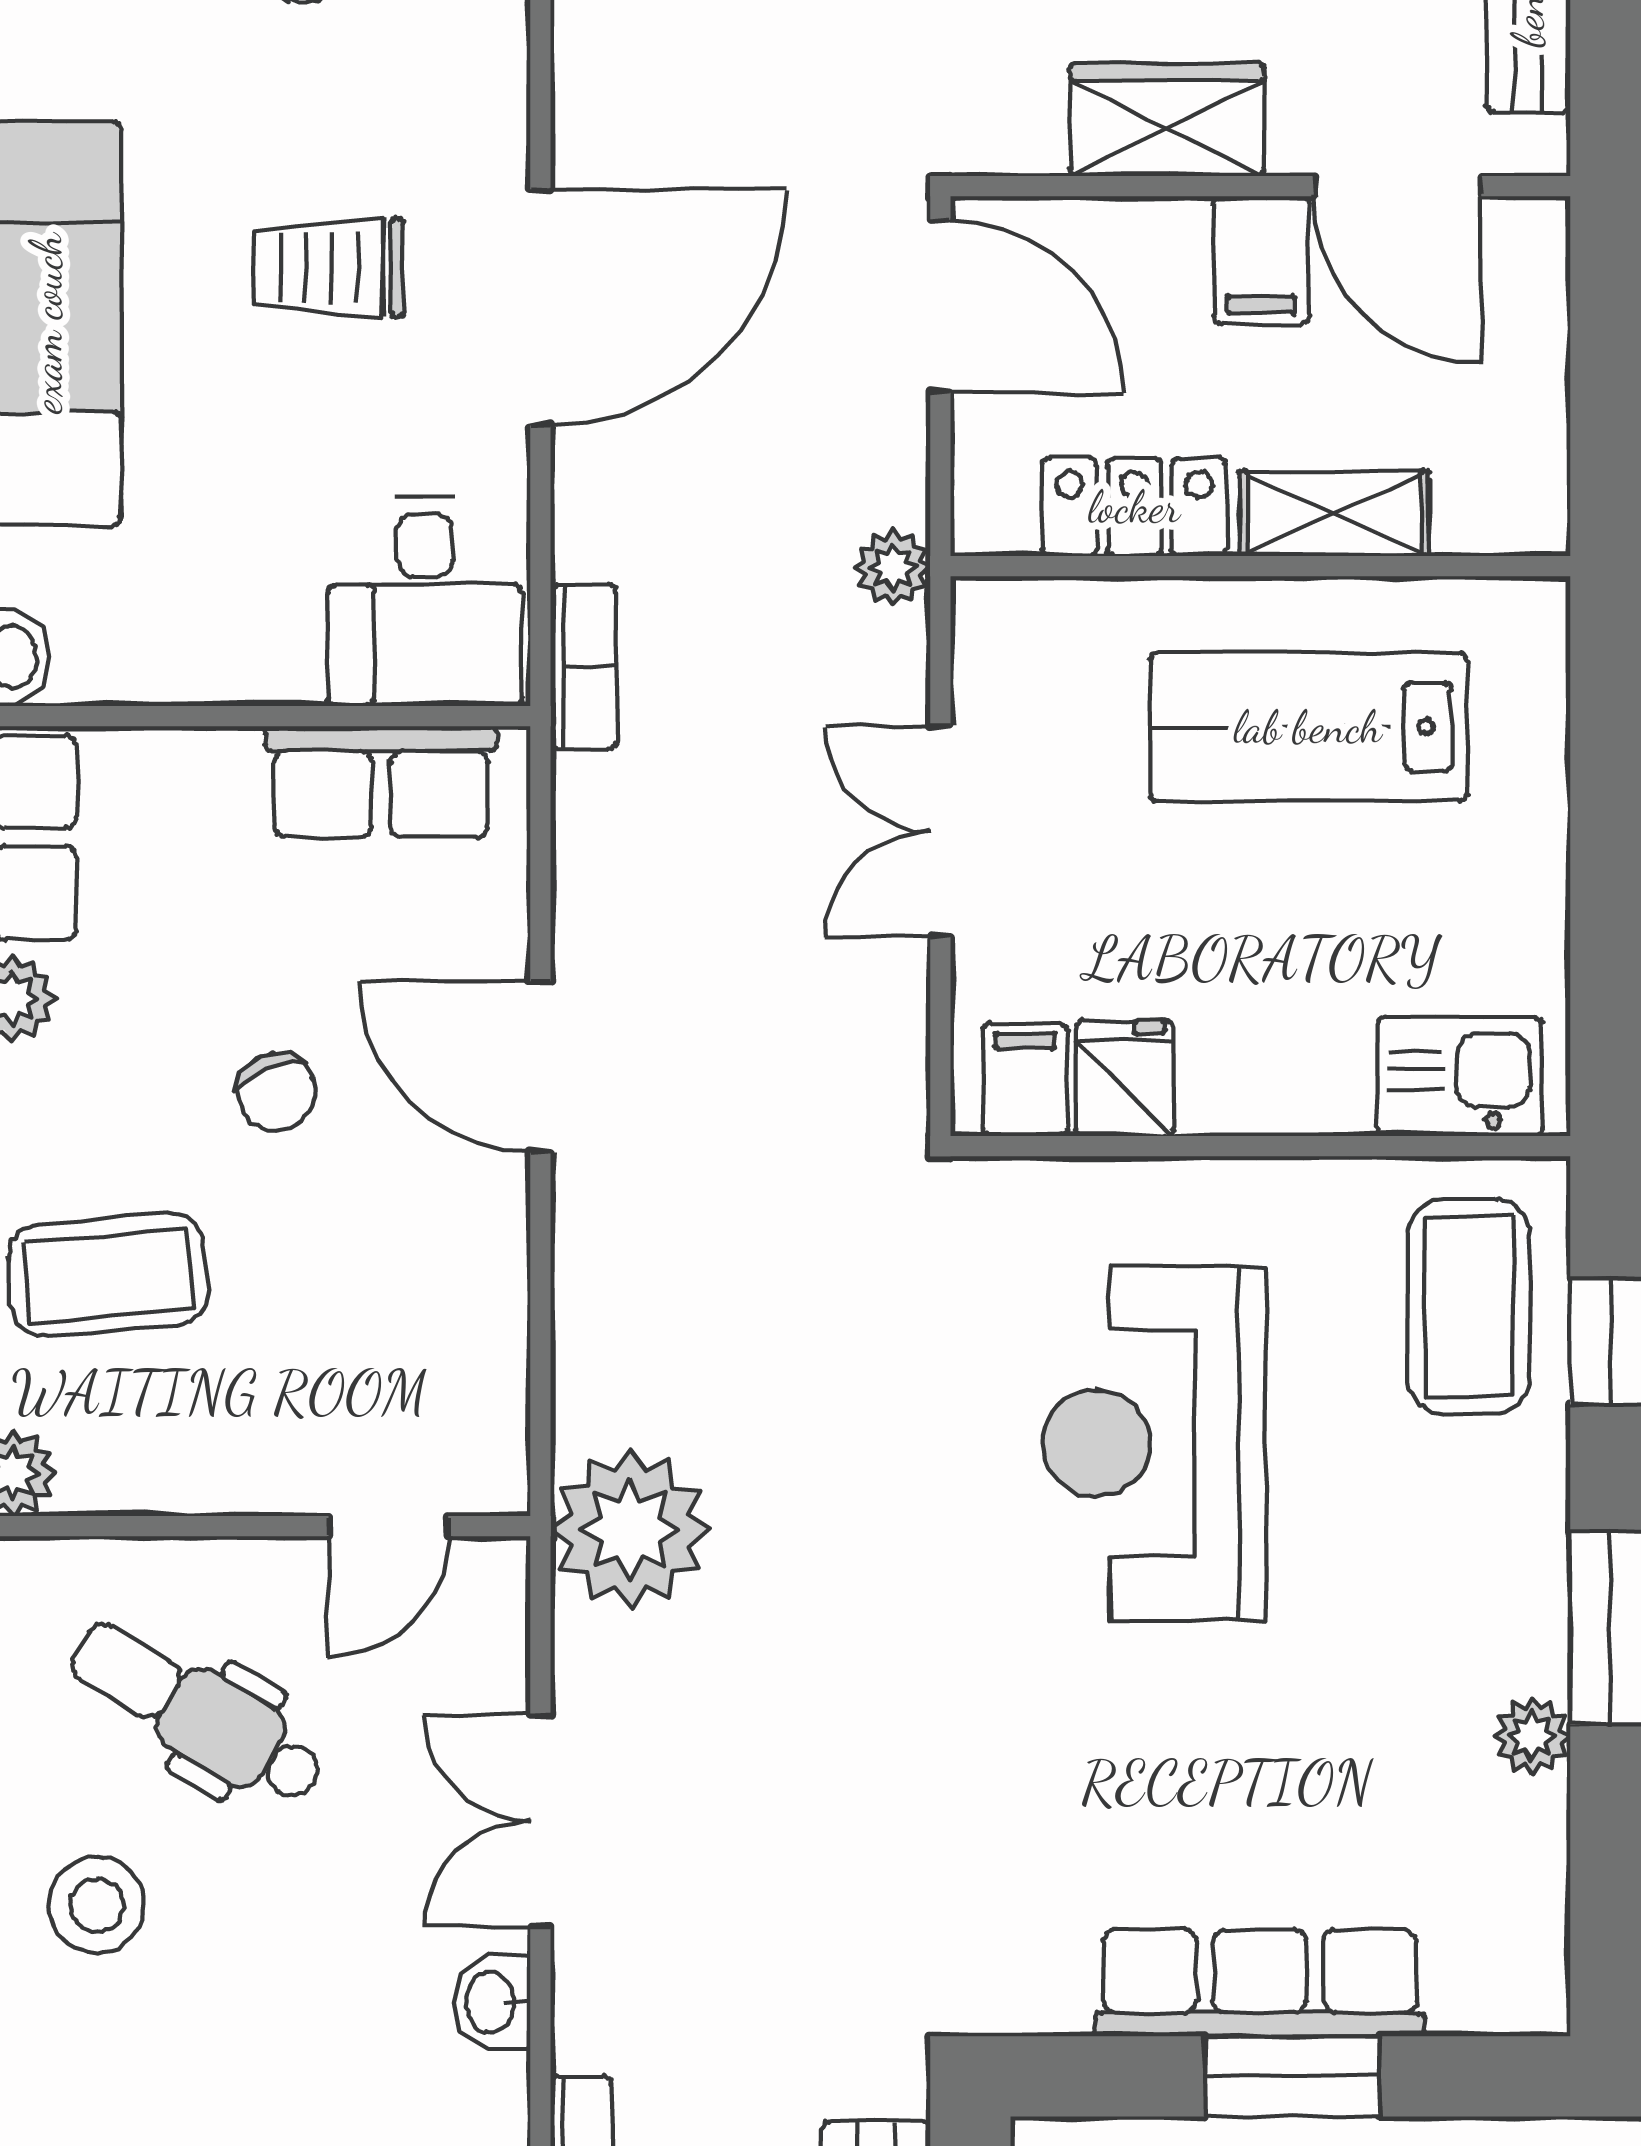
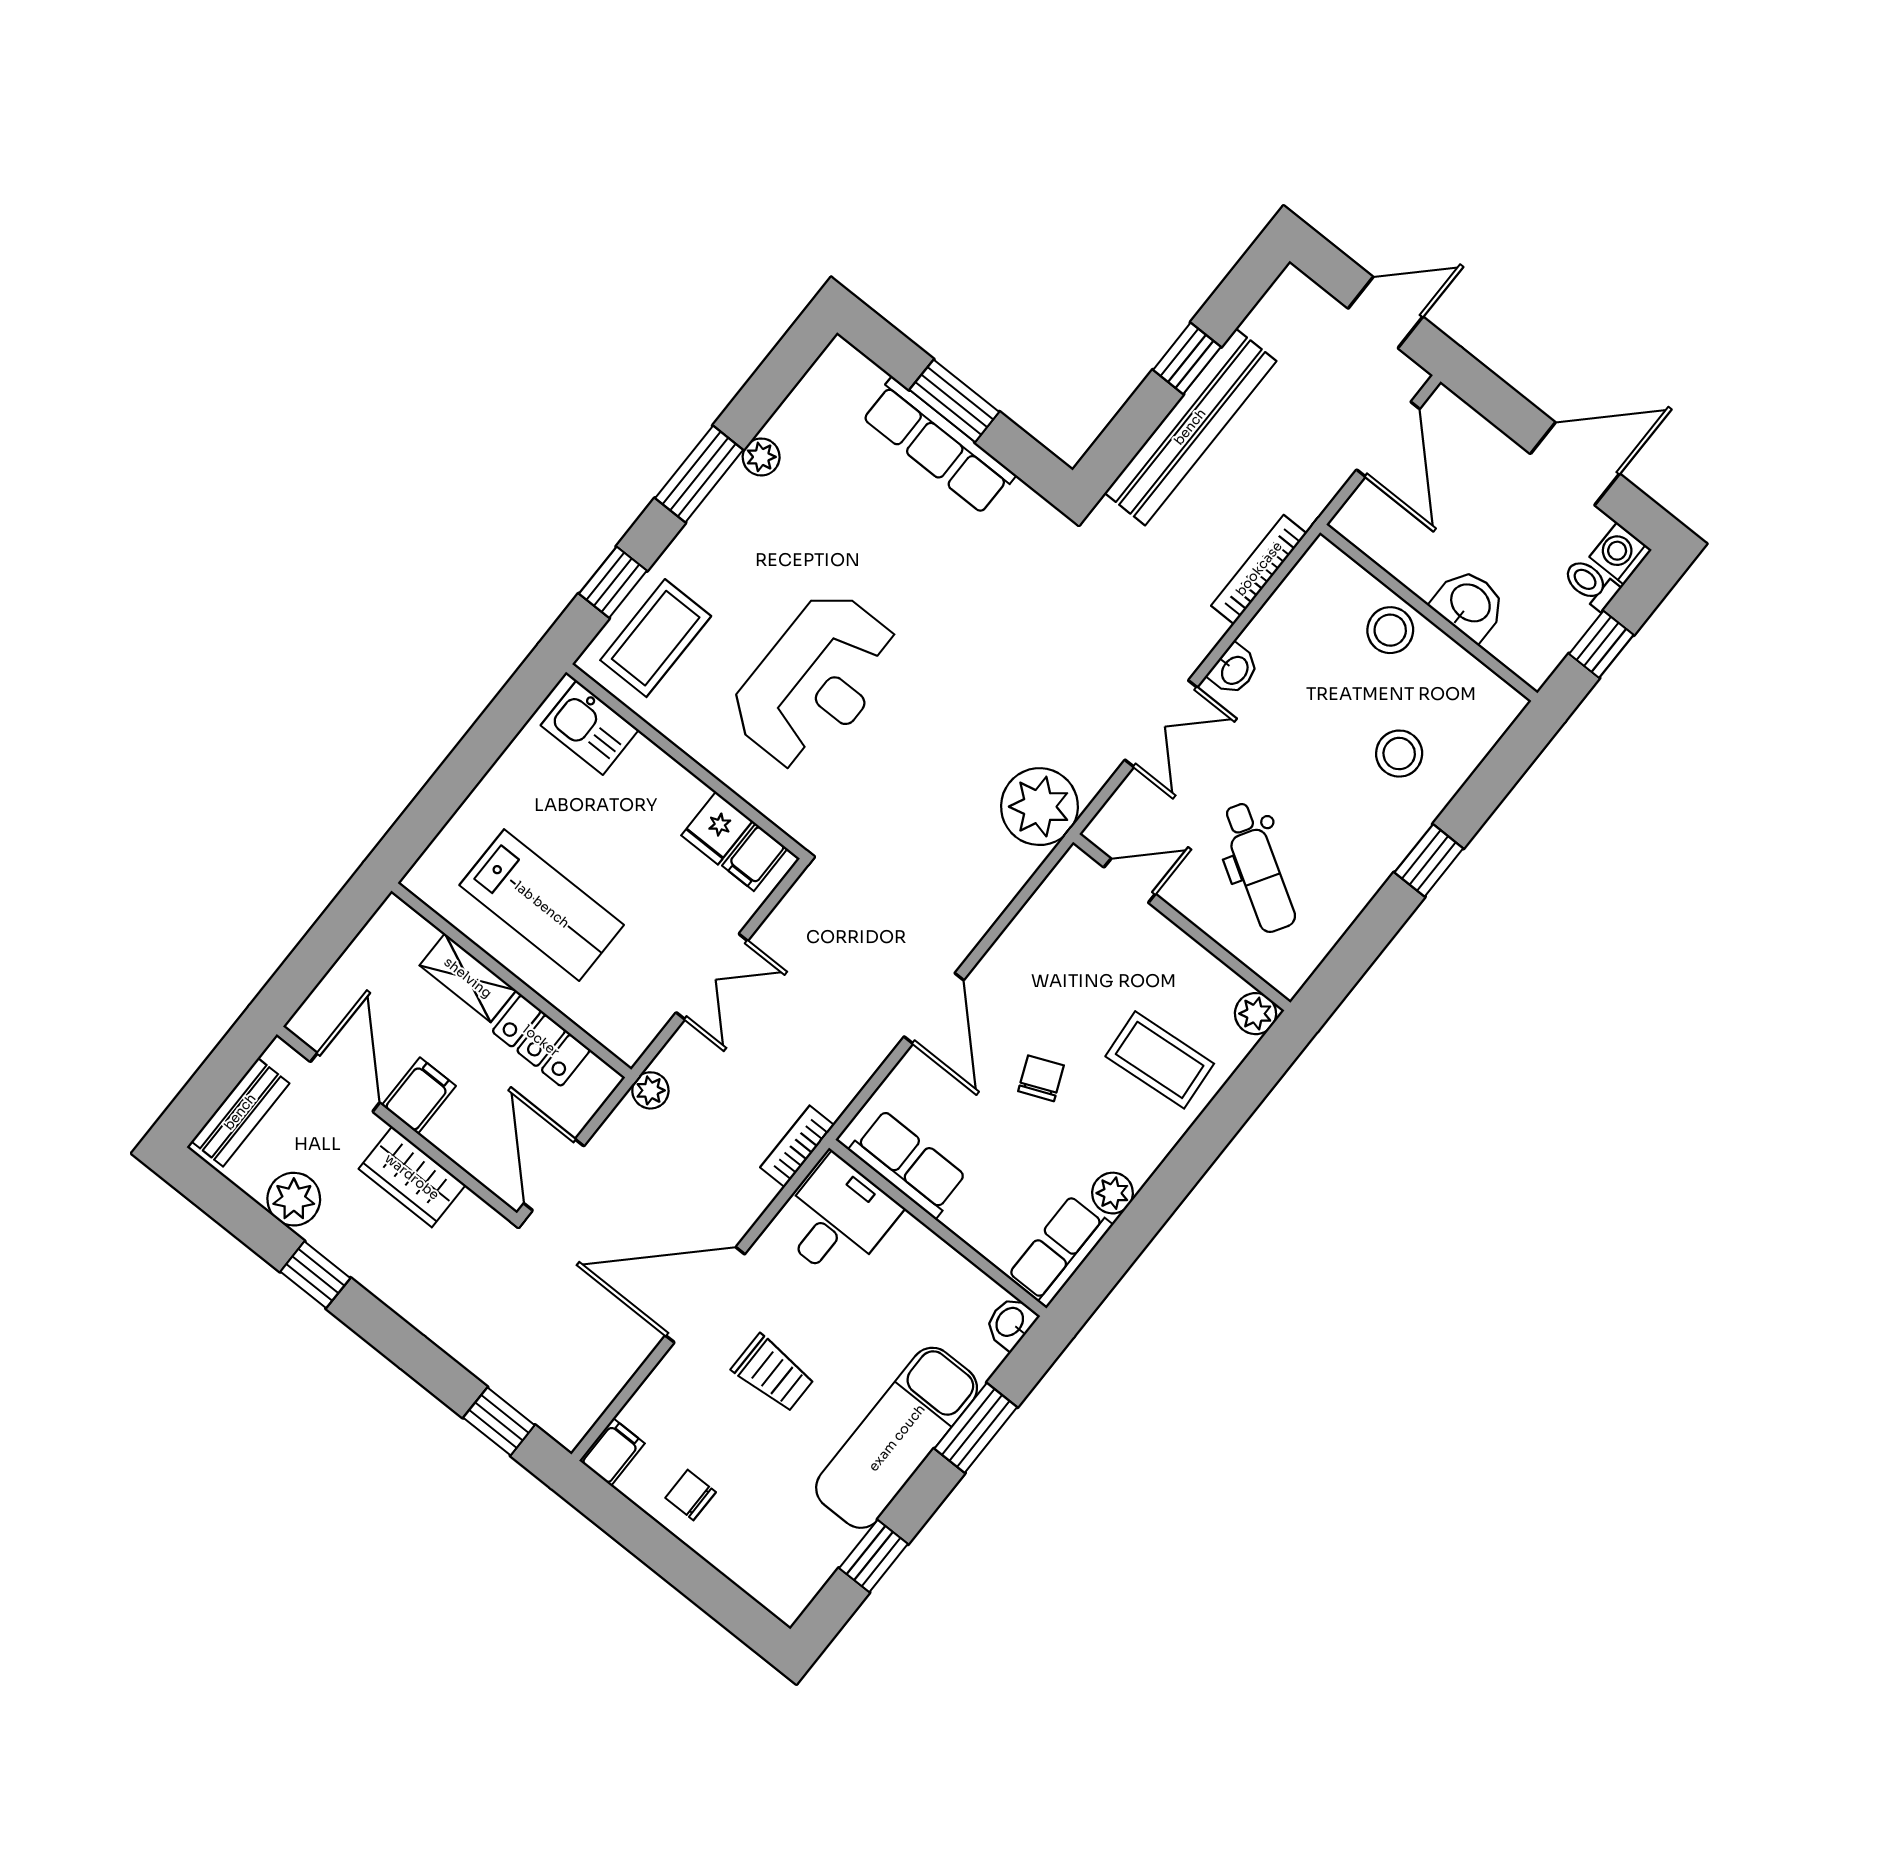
stool: (97, 1905) -> (1399, 754), moved

